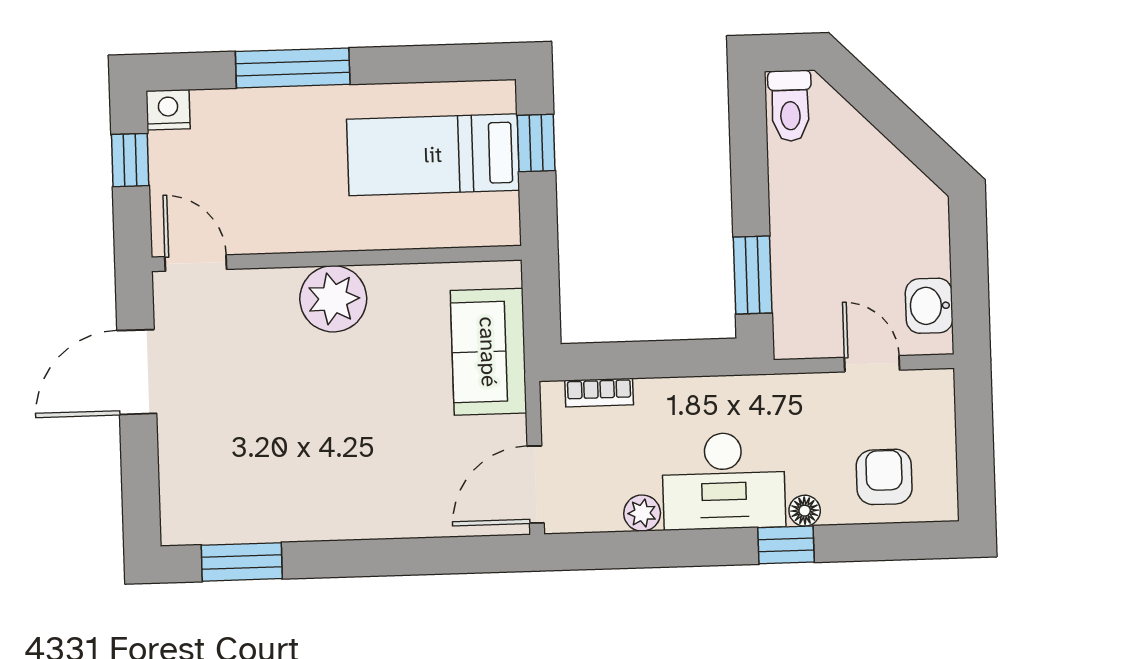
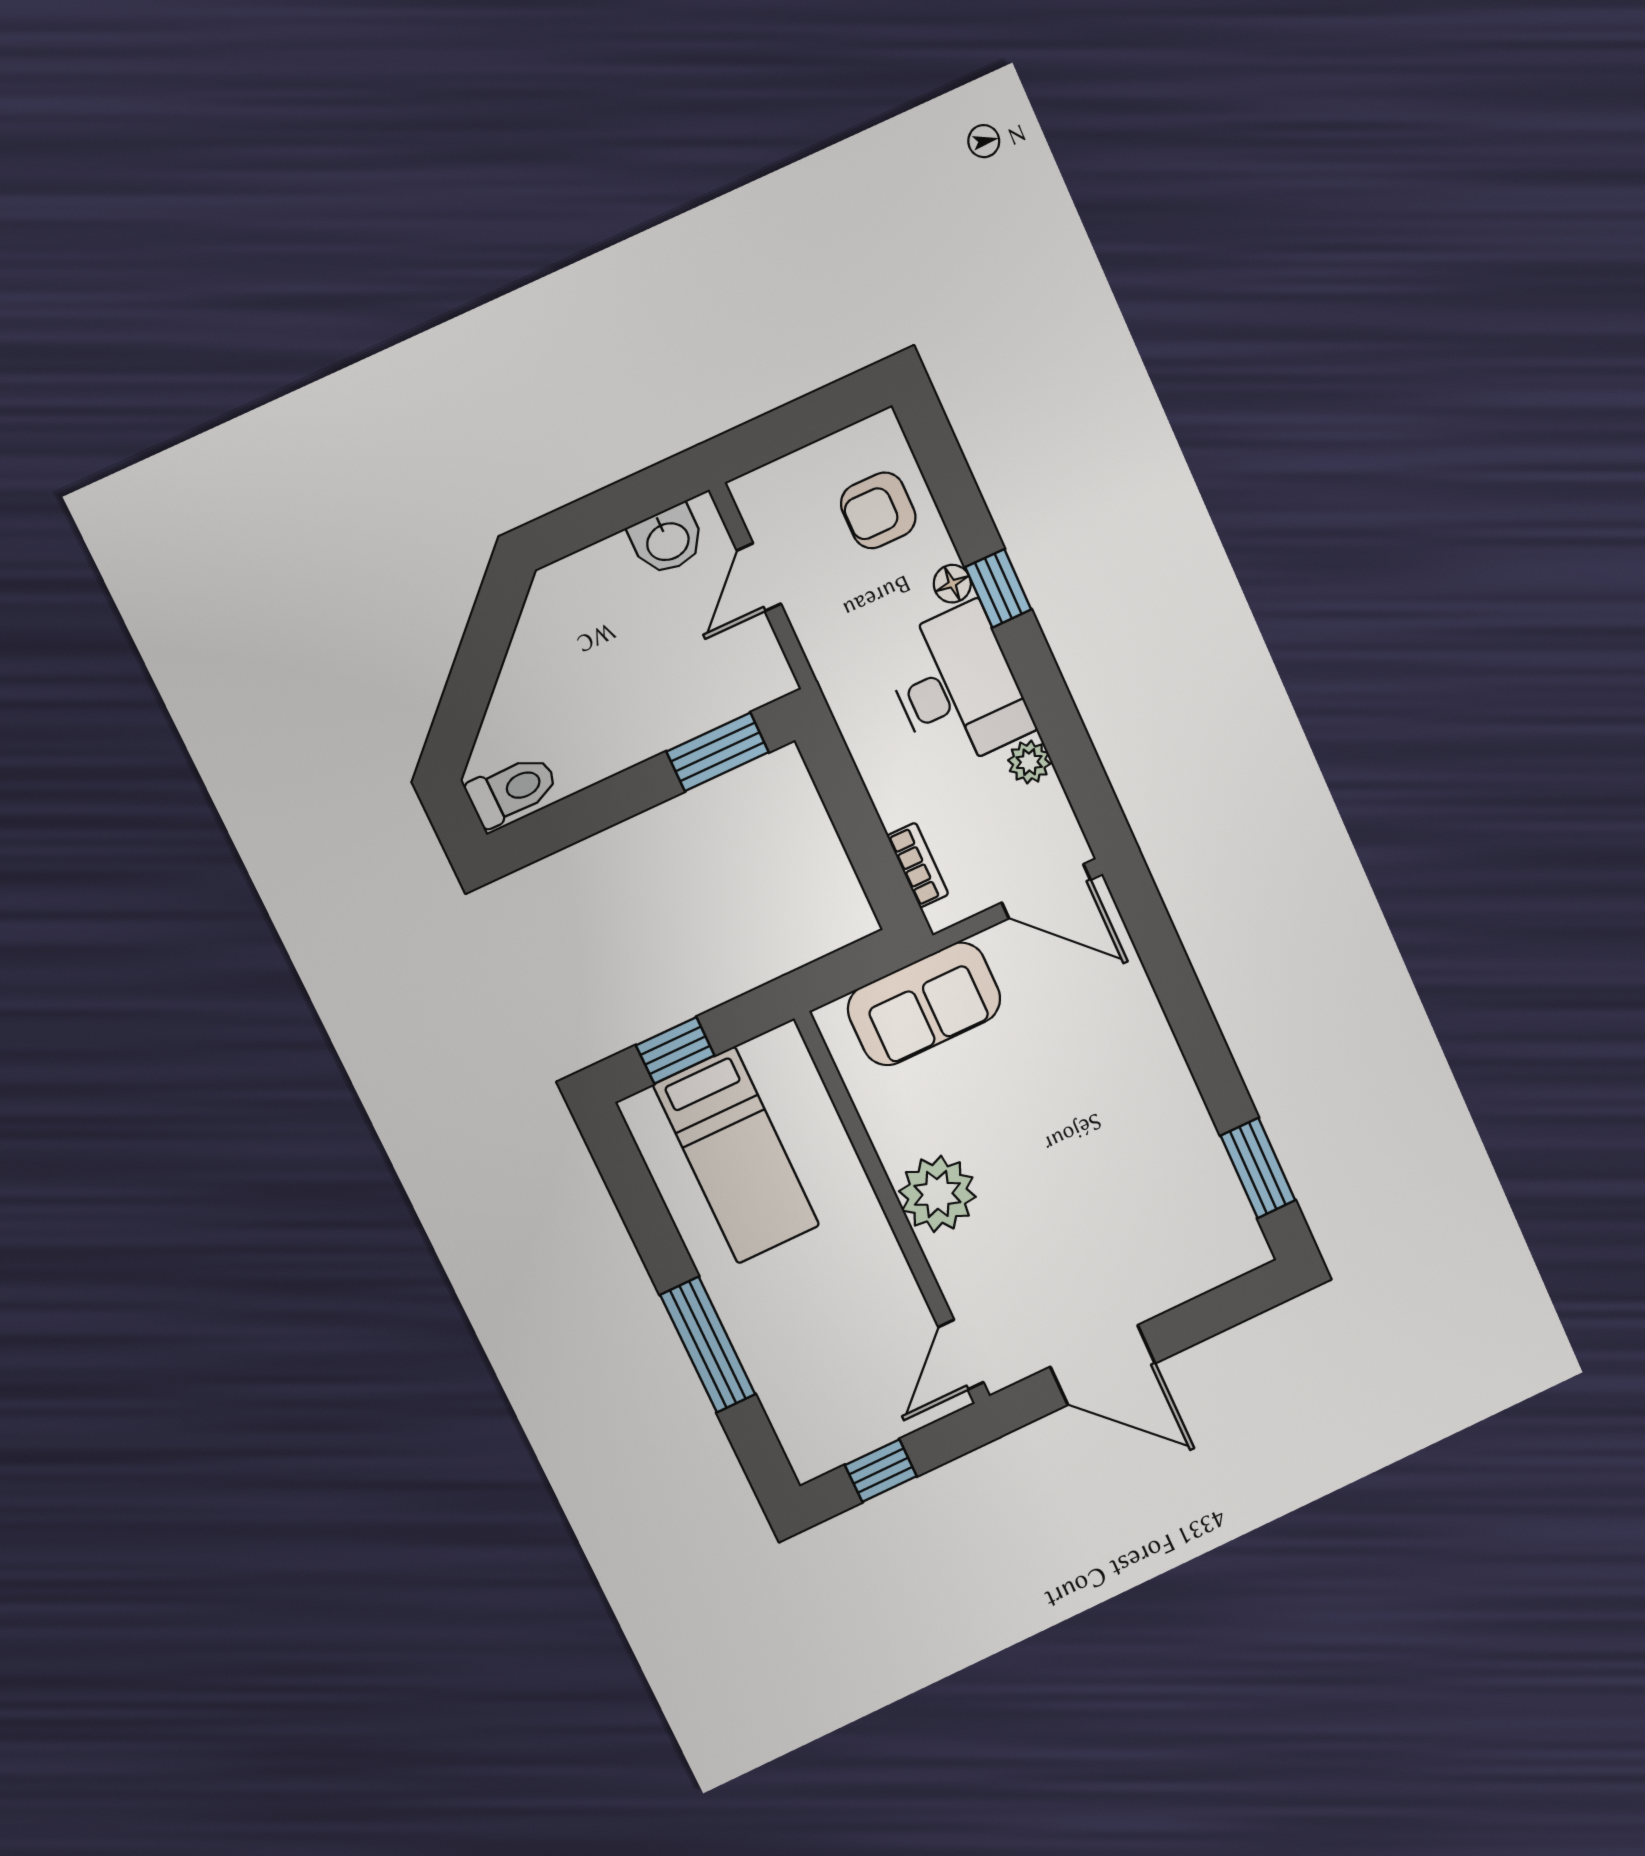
nightstand: (168, 110) -> (810, 1455), removed

